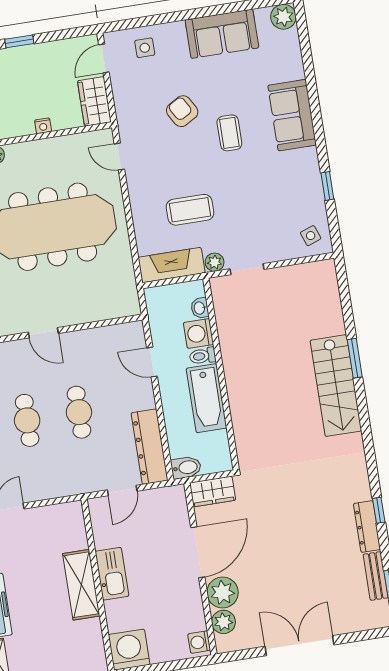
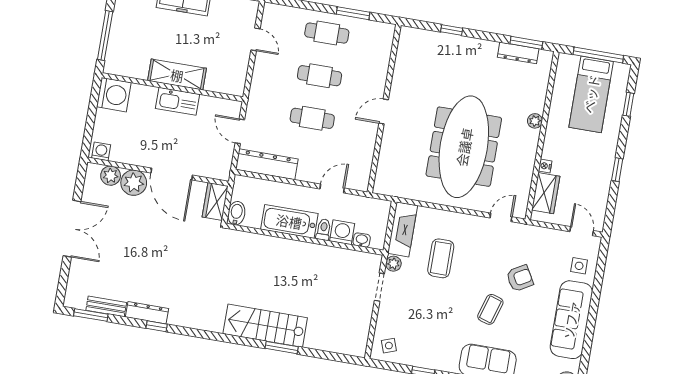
sofa: (222, 34) -> (571, 320), width x1.36
wardrobe: (94, 101) -> (546, 193), moved, turned 90
coffee table: (229, 133) -> (490, 309), turned -73
bidet: (186, 468) -> (236, 213), moved, turned 180

